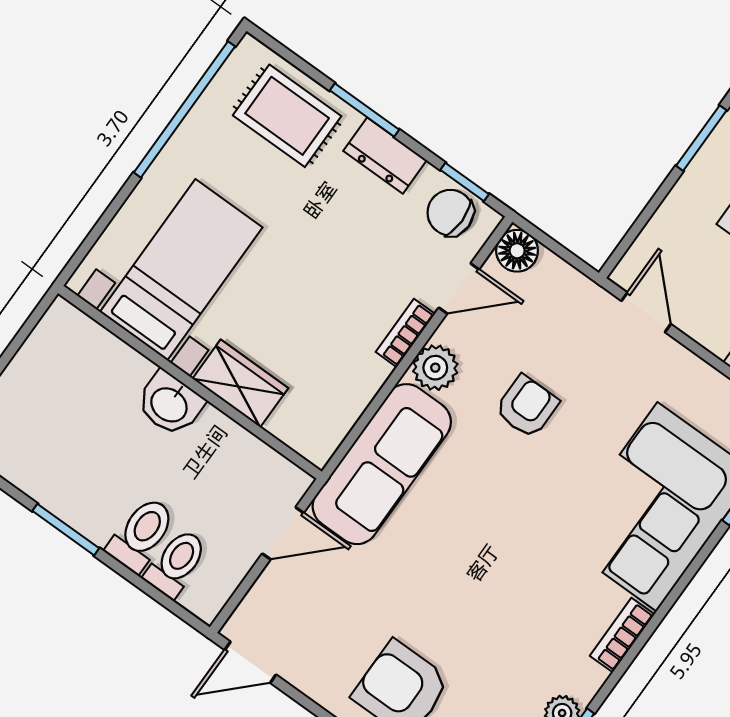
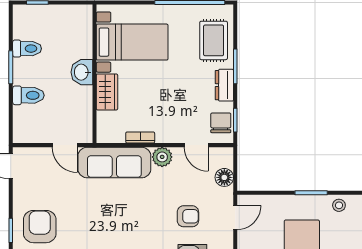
floor lamp: (517, 251) -> (224, 177), moved
bookcase: (405, 333) -> (140, 138), moved
armchair: (527, 406) -> (188, 216), moved
toilet: (176, 563) -> (27, 49), moved

